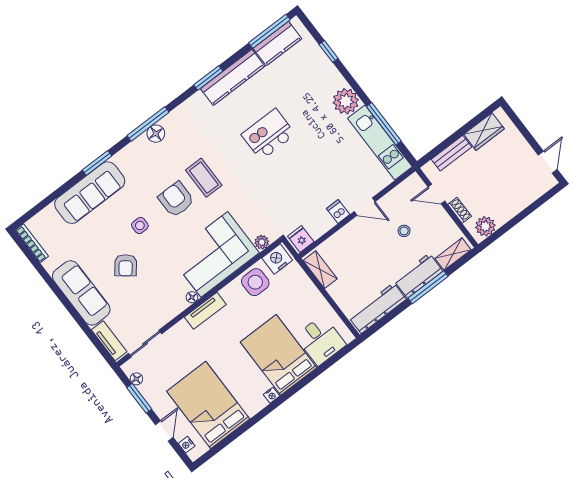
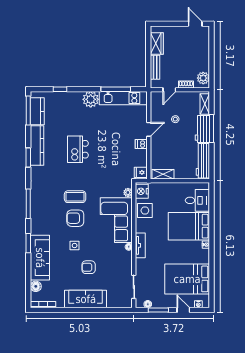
floor lamp: (156, 134) -> (36, 286), moved
armchair: (126, 265) -> (89, 267), turned 142
tv unit: (109, 341) -> (119, 303), removed

